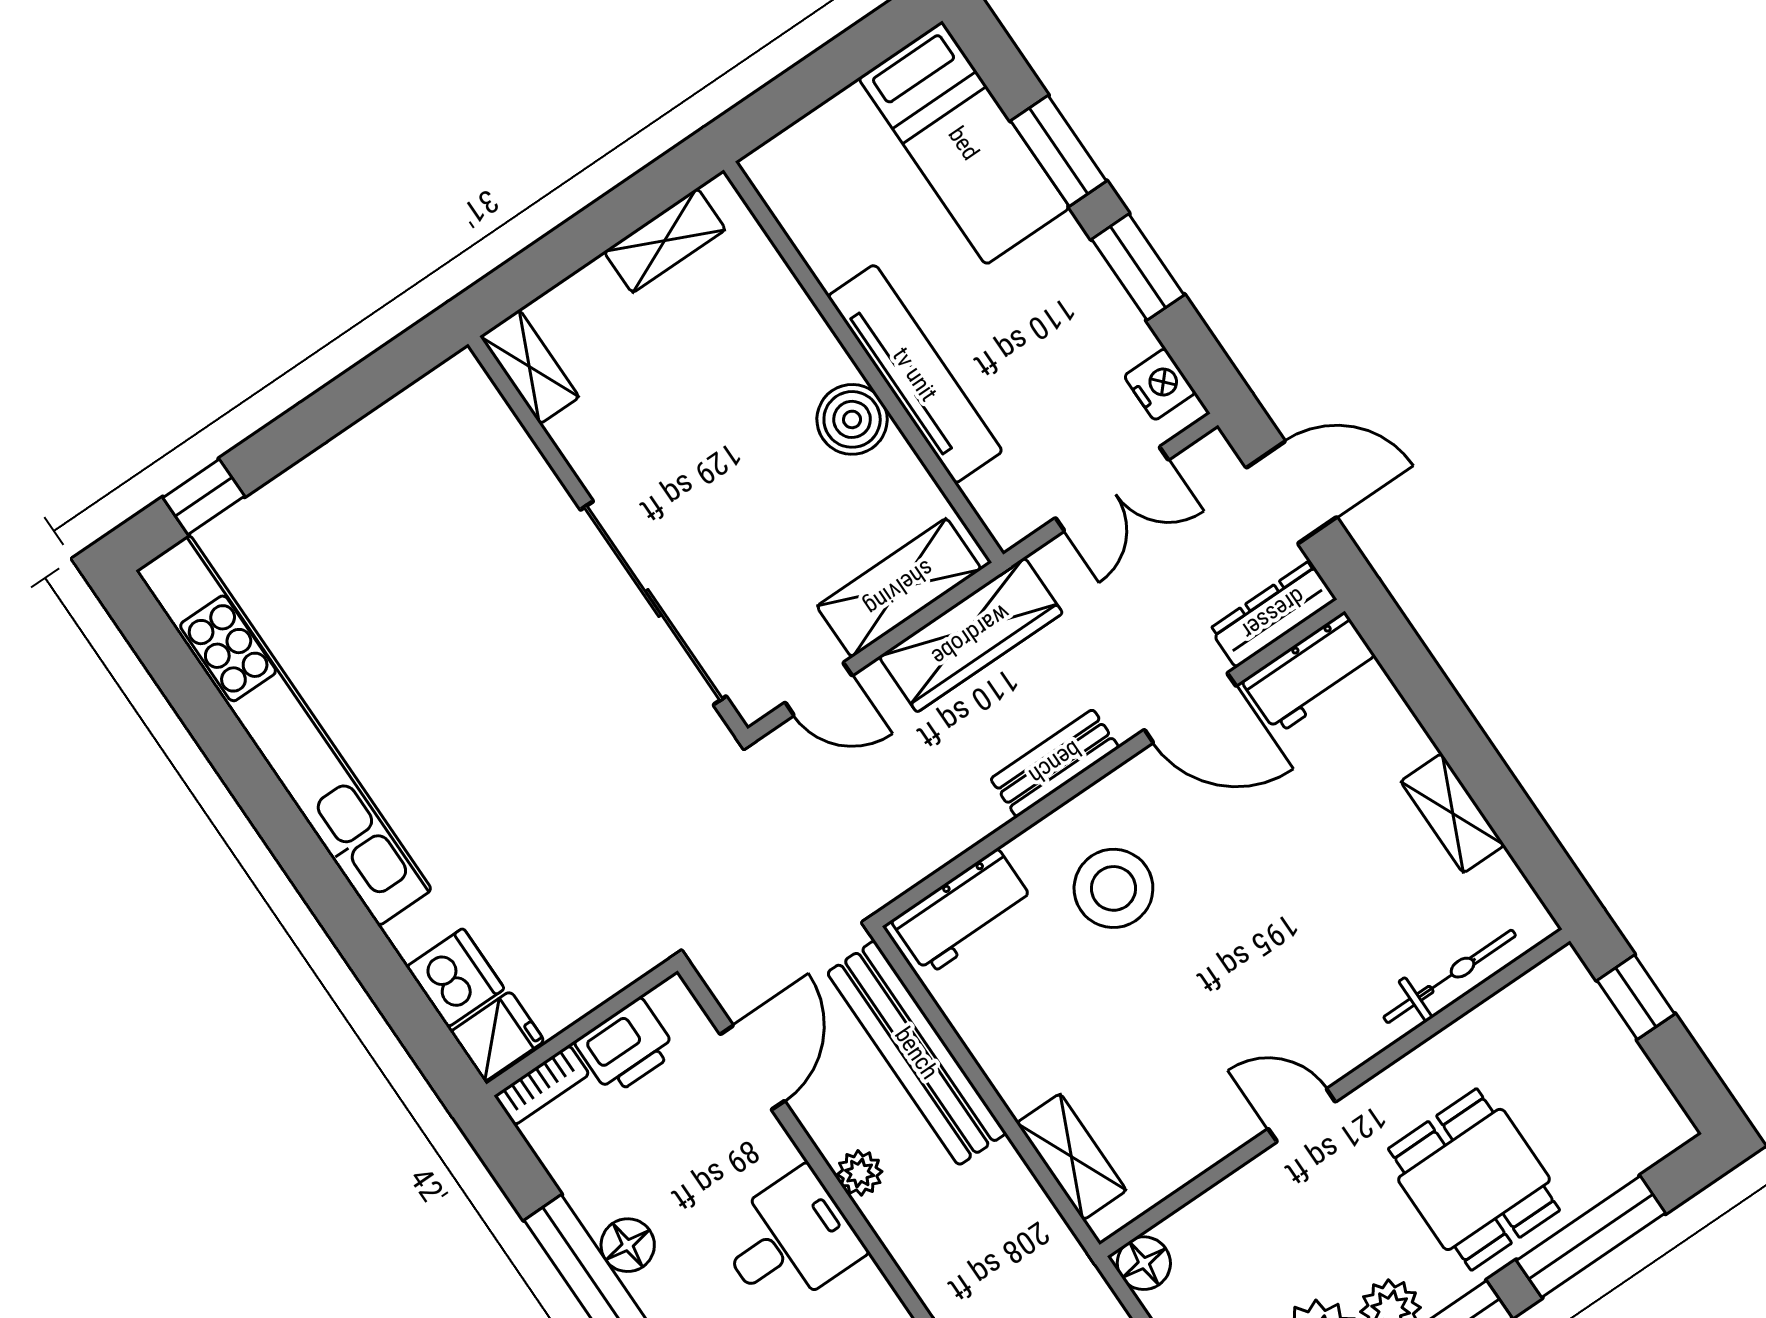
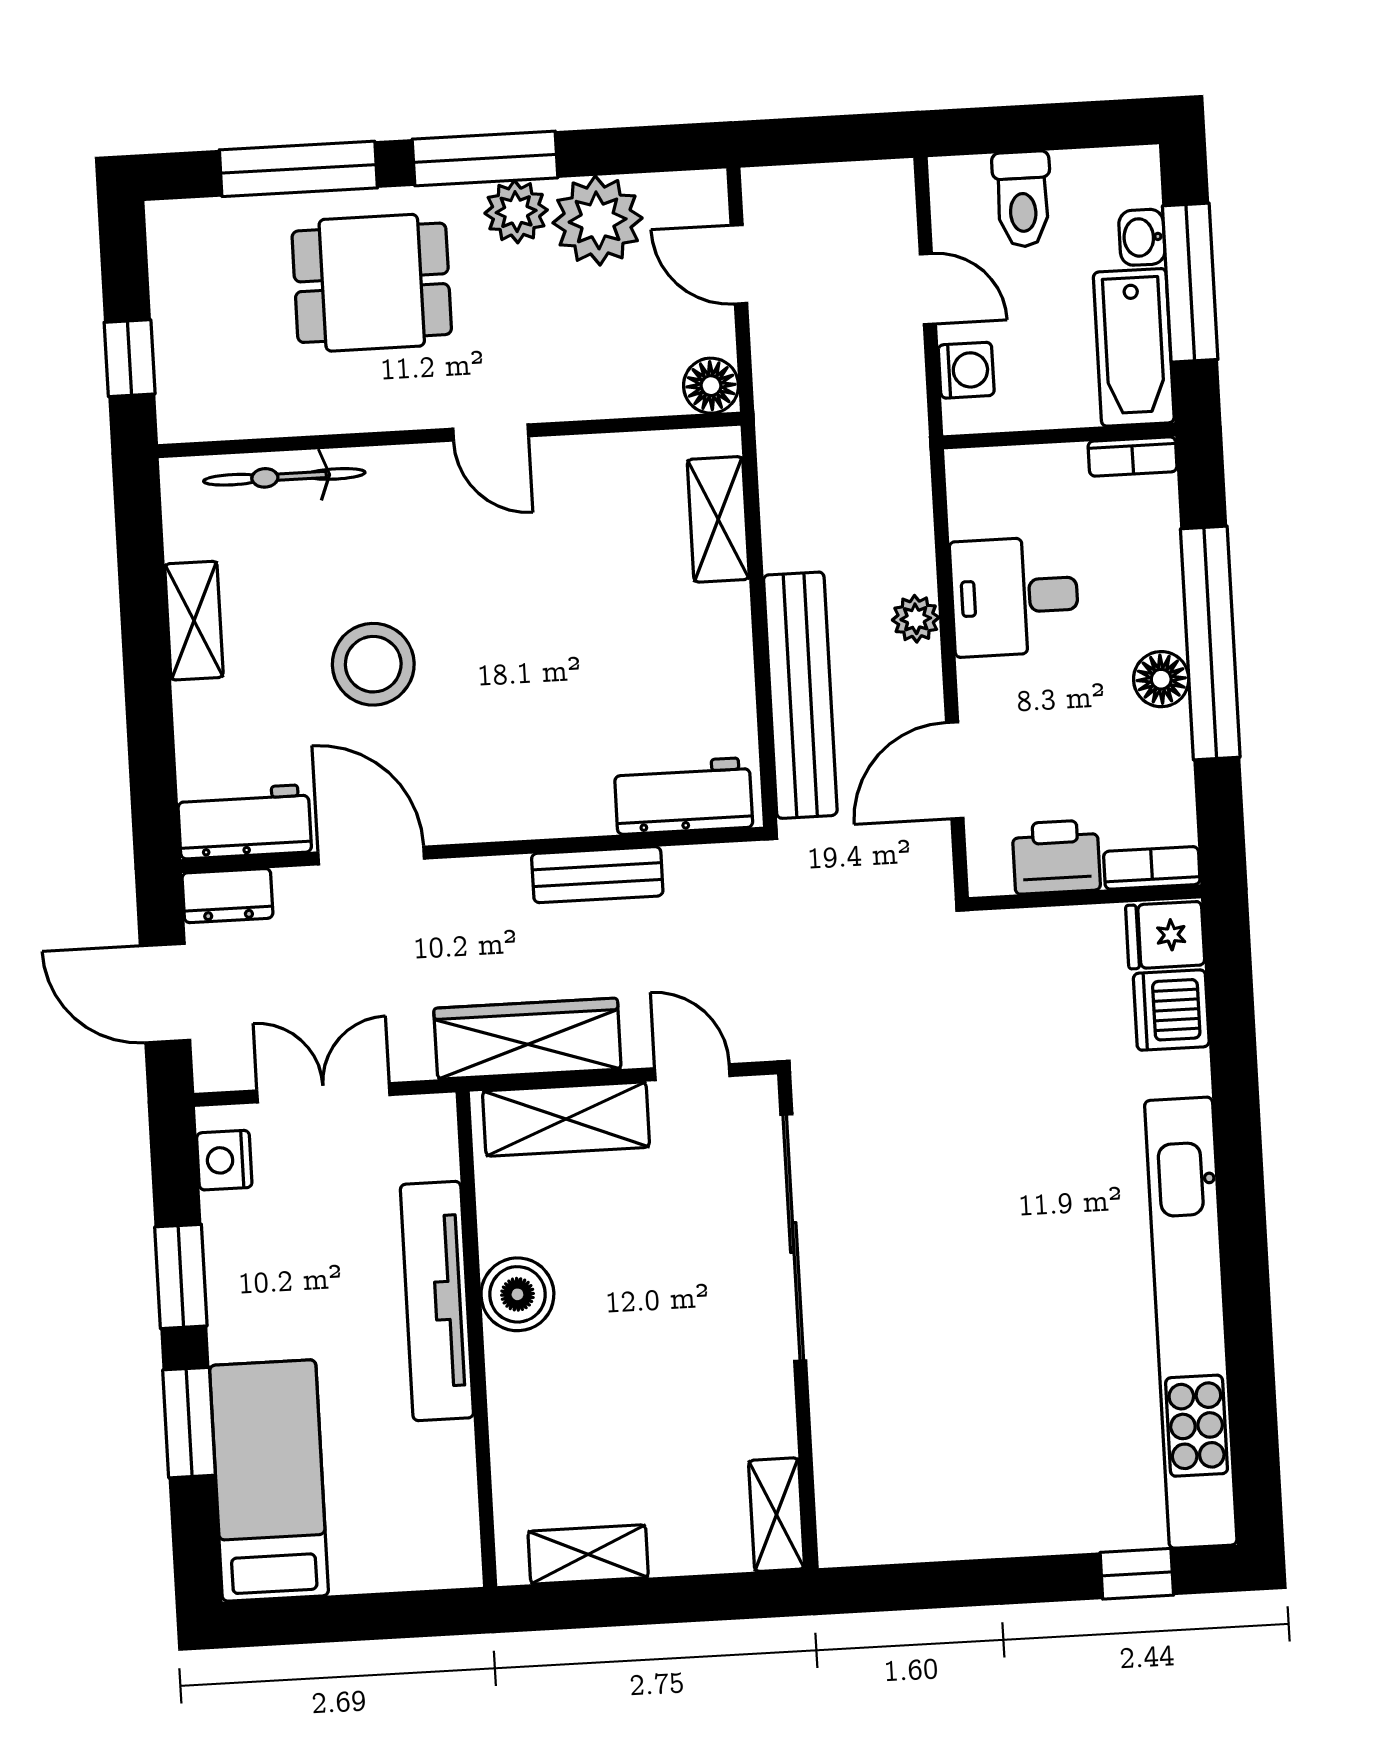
dresser: (1273, 614) -> (228, 896), width x0.70
bench: (1055, 763) -> (597, 875), moved
stool: (1113, 888) -> (373, 664), moved
dining table: (1474, 1179) -> (372, 283), turned 90

